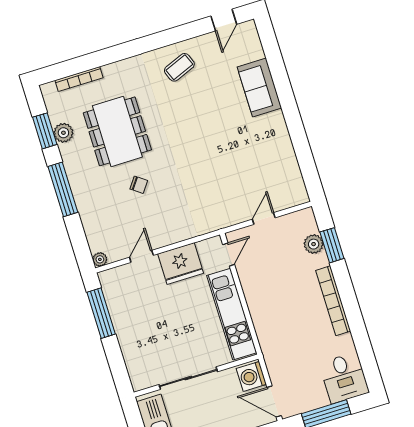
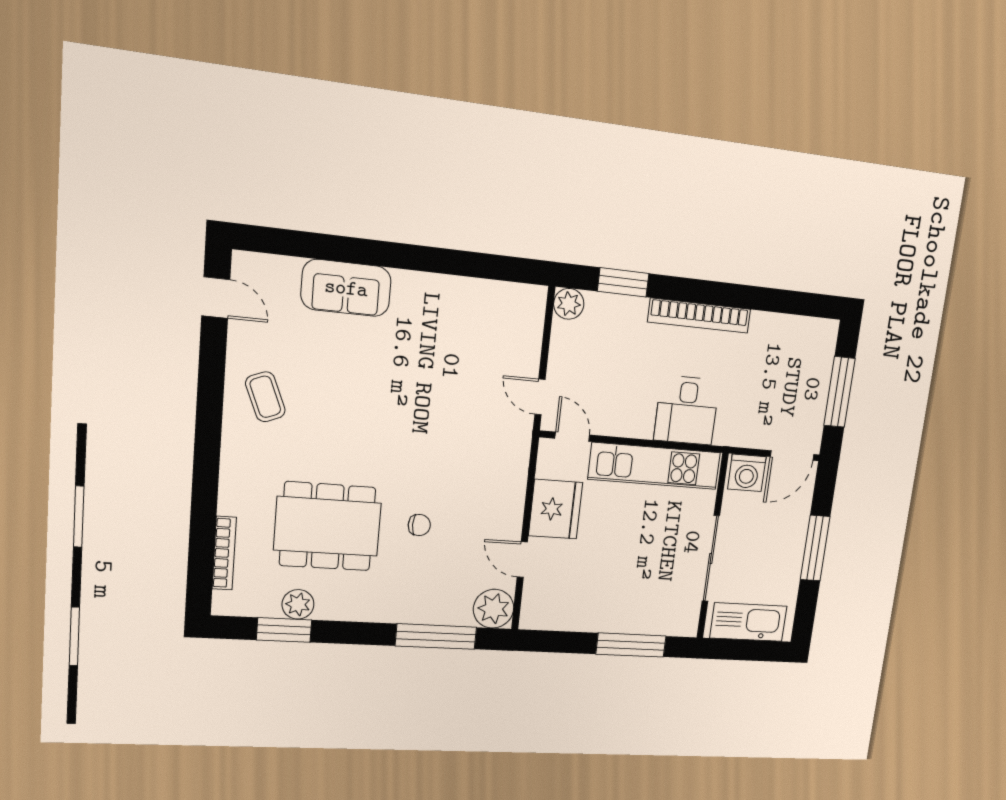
chair: (139, 185) -> (419, 525), turned 54
window: (63, 189) -> (436, 637), moved
door: (264, 218) -> (540, 397), moved
plant: (314, 244) -> (569, 304), moved
plant: (100, 259) -> (494, 609), width x1.88, depth x1.88
window: (101, 313) -> (631, 645), moved
desk: (344, 378) -> (687, 410), moved, turned 90

